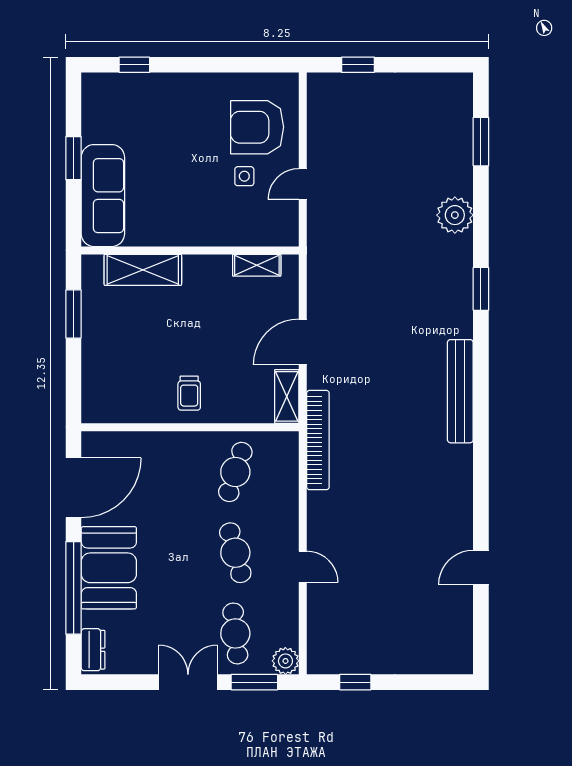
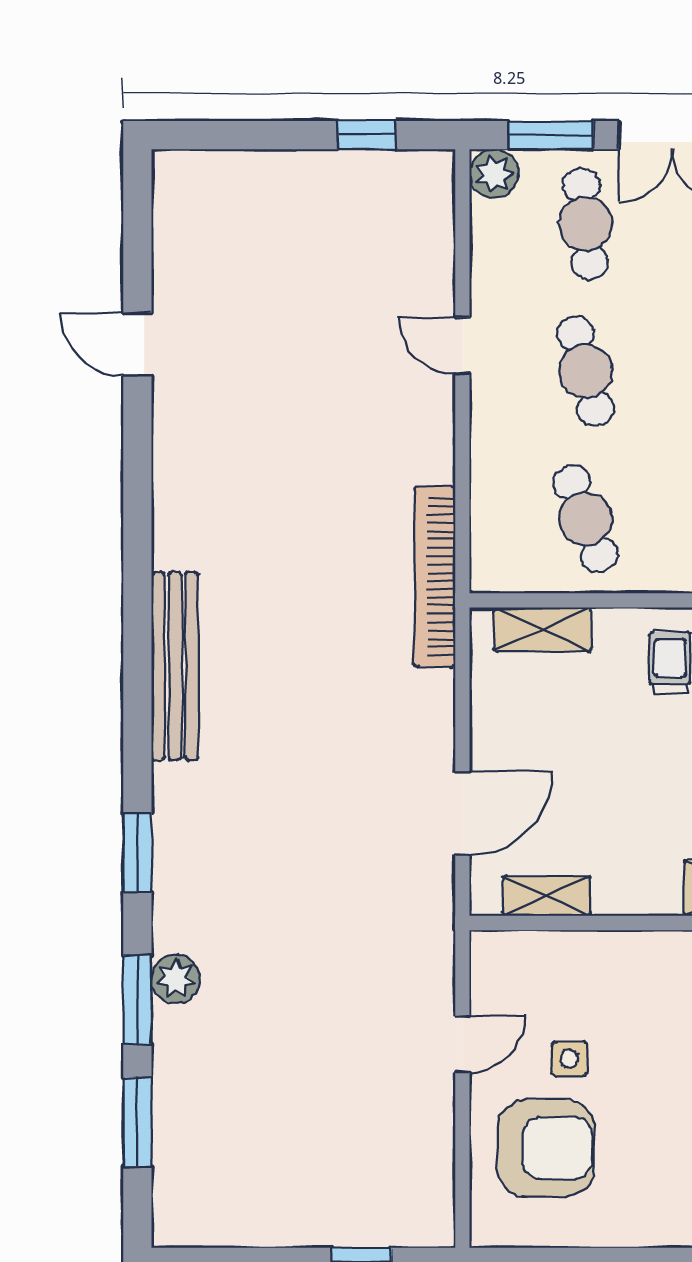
window: (481, 208) -> (137, 1000), added
plant: (455, 215) -> (176, 979), width x0.73, depth x0.73
door: (303, 342) -> (462, 813), moved
shelving: (287, 396) -> (542, 629), moved, turned 90
cafe table: (235, 472) -> (586, 519), turned -39
door: (481, 568) -> (137, 344), swing flipped

